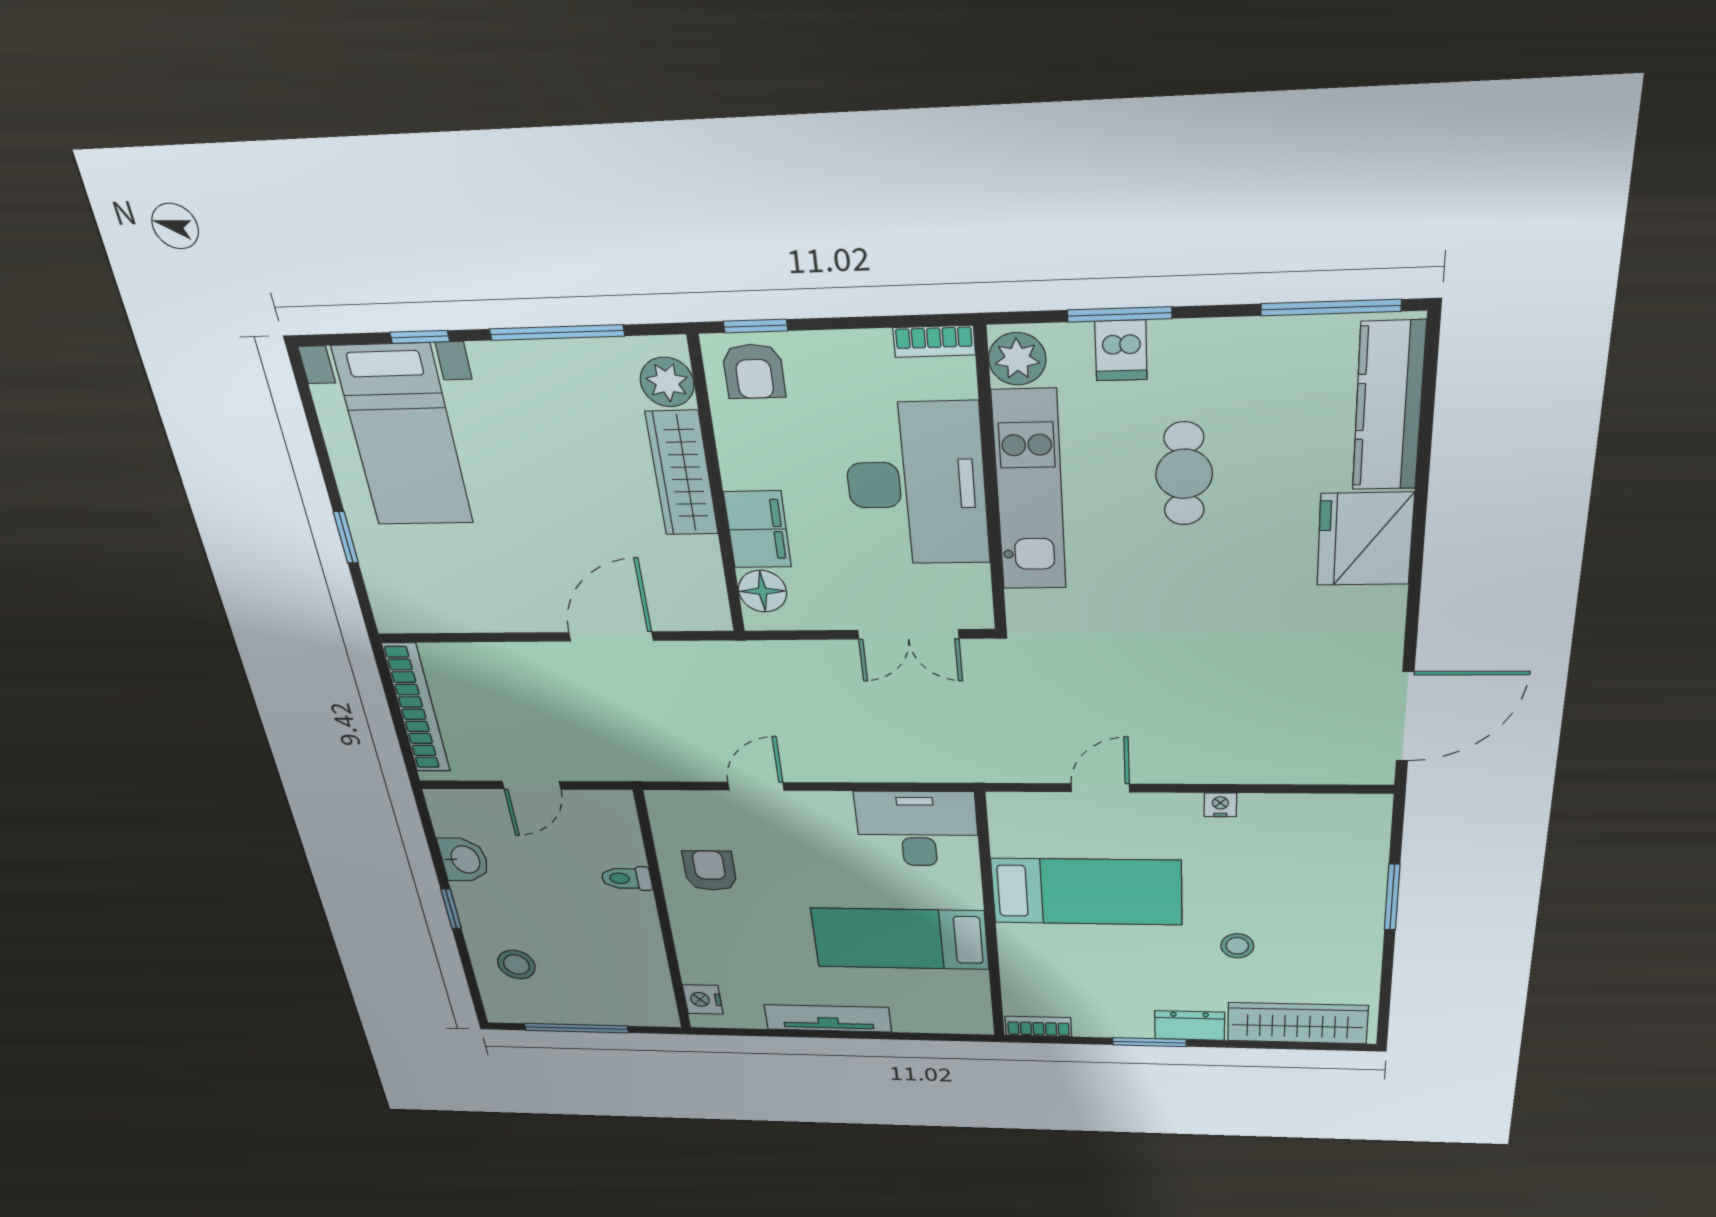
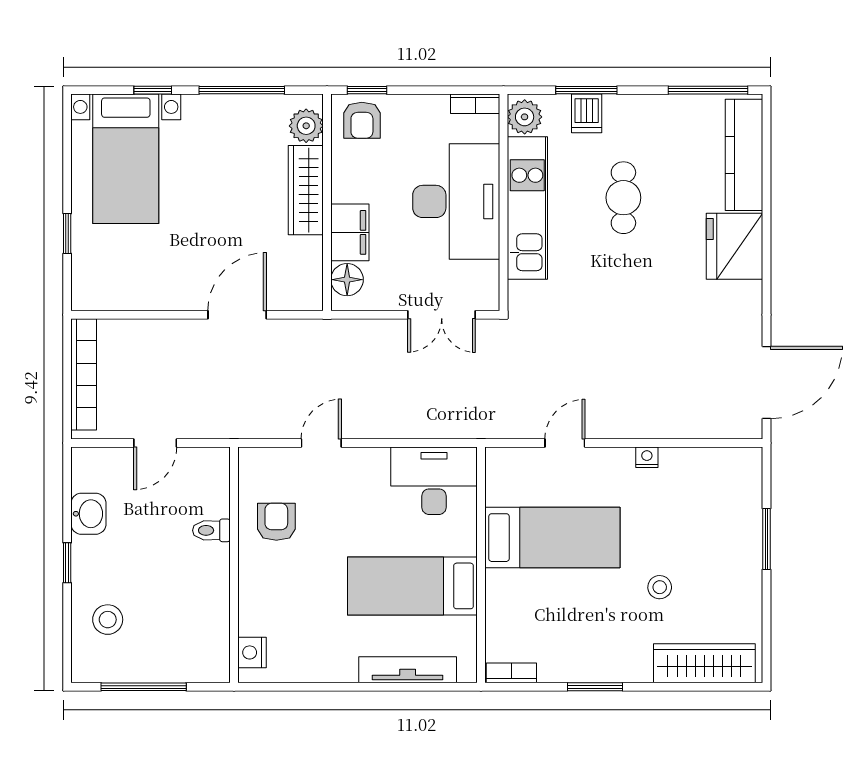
tv unit: (828, 1018) -> (408, 670), moved
dresser: (1190, 1026) -> (625, 668), removed

